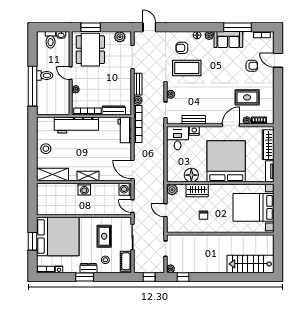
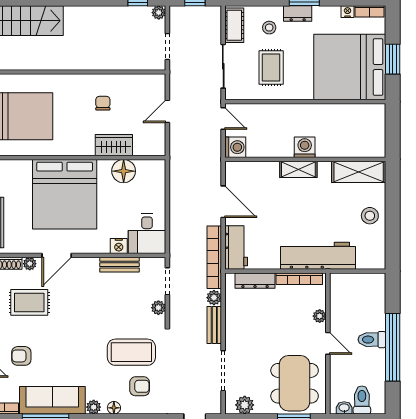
sofa: (228, 40) -> (52, 400), width x1.36
window: (32, 86) -> (393, 347), moved
door: (132, 169) -> (223, 202), moved
plant: (172, 190) -> (156, 146), removed
door: (166, 210) -> (167, 111), swing flipped

